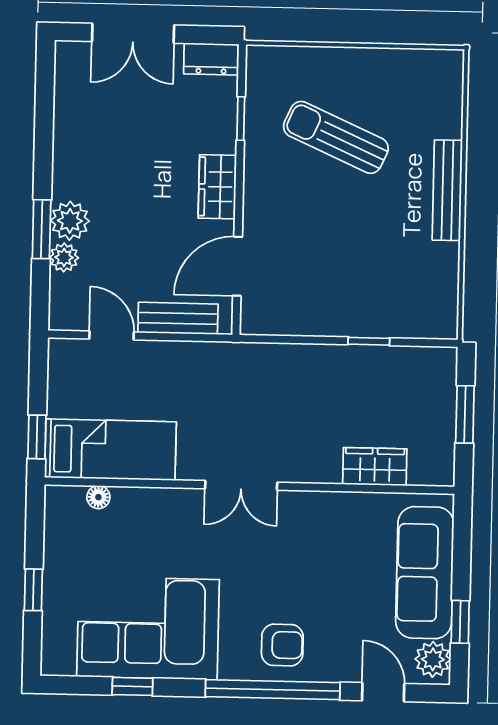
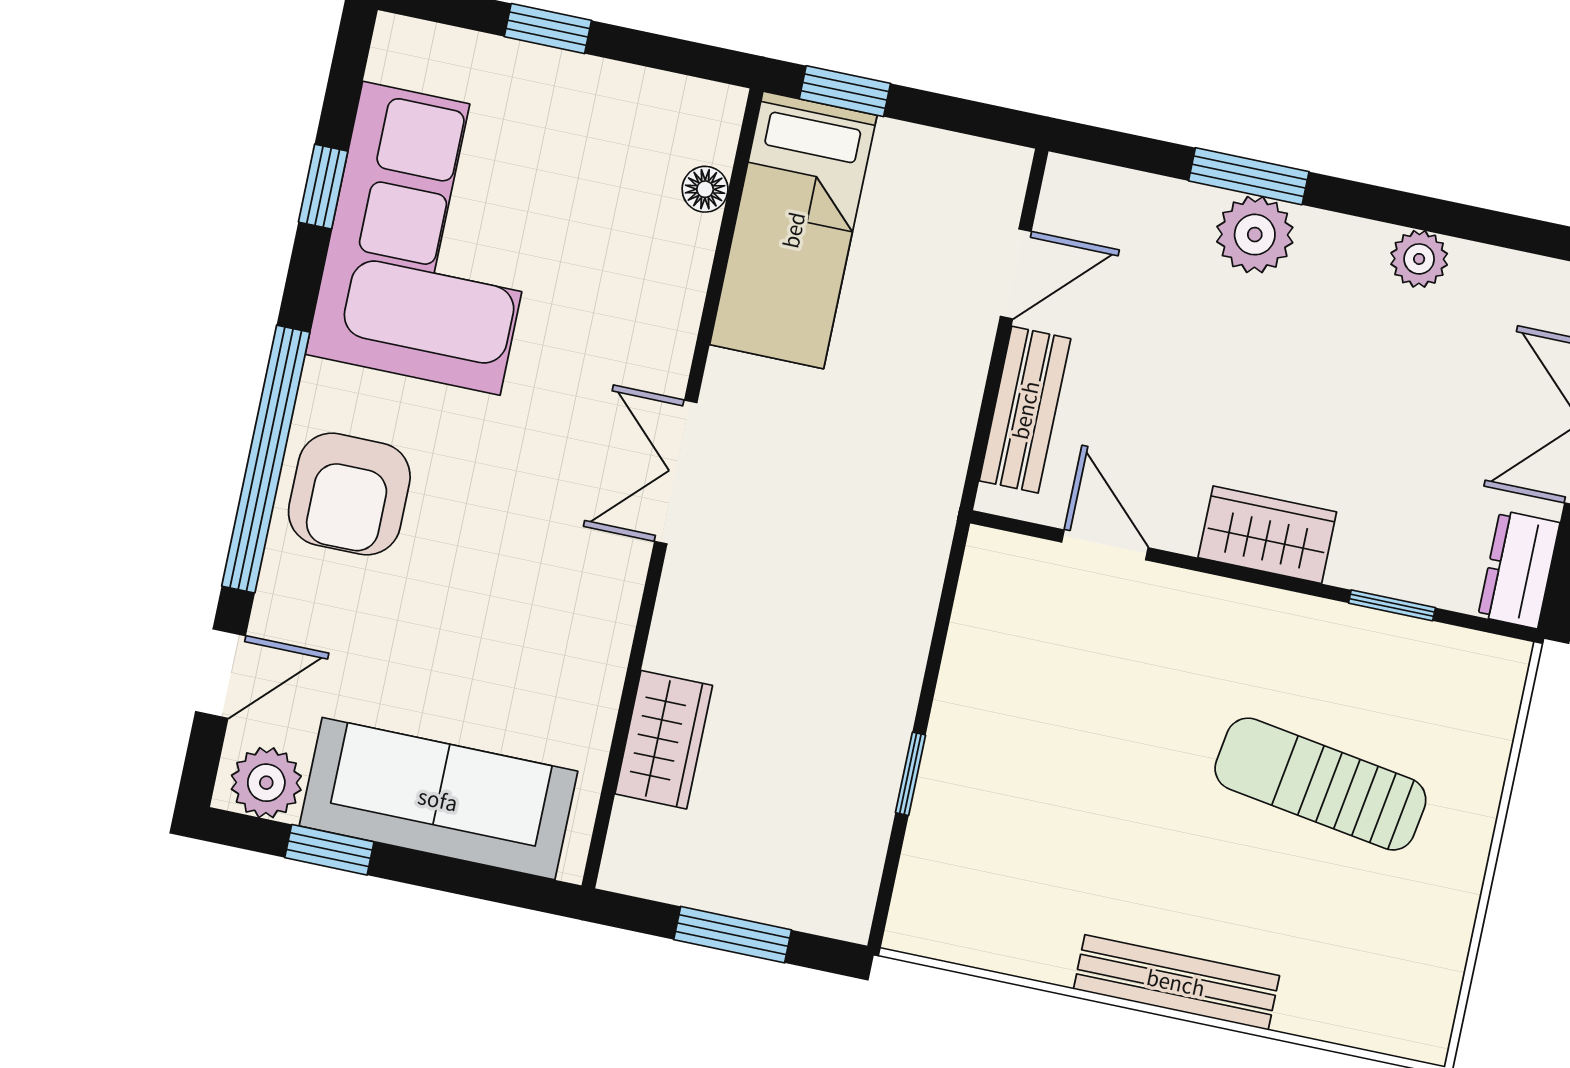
sun lounger: (336, 137) -> (1320, 784), turned -105
plant: (64, 257) -> (1419, 259), moved
door: (237, 266) -> (1105, 545), width x0.73
armchair: (282, 645) -> (349, 494), width x1.38, depth x1.38

